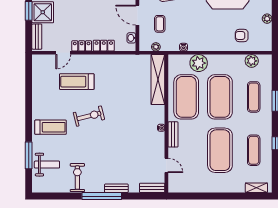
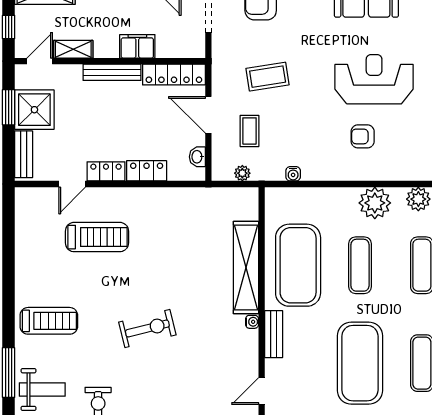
armchair: (242, 35) -> (363, 136), moved
plant: (199, 63) -> (375, 203), moved
shelving: (158, 80) -> (246, 268), moved
treadmill: (77, 82) -> (97, 237), turned 180
exercise mat: (220, 97) -> (360, 265), width x0.50, depth x0.69
exercise bike: (89, 116) -> (147, 328), moved
door: (166, 165) -> (262, 391), swing flipped

